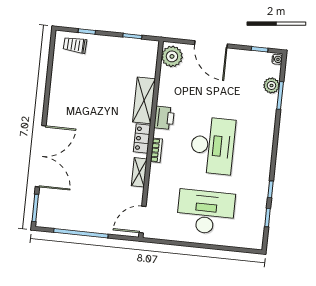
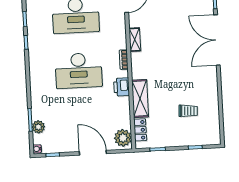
trolley: (75, 45) -> (188, 111), moved
locker: (142, 139) -> (140, 130), moved
desk: (213, 146) -> (79, 71), turned -90

